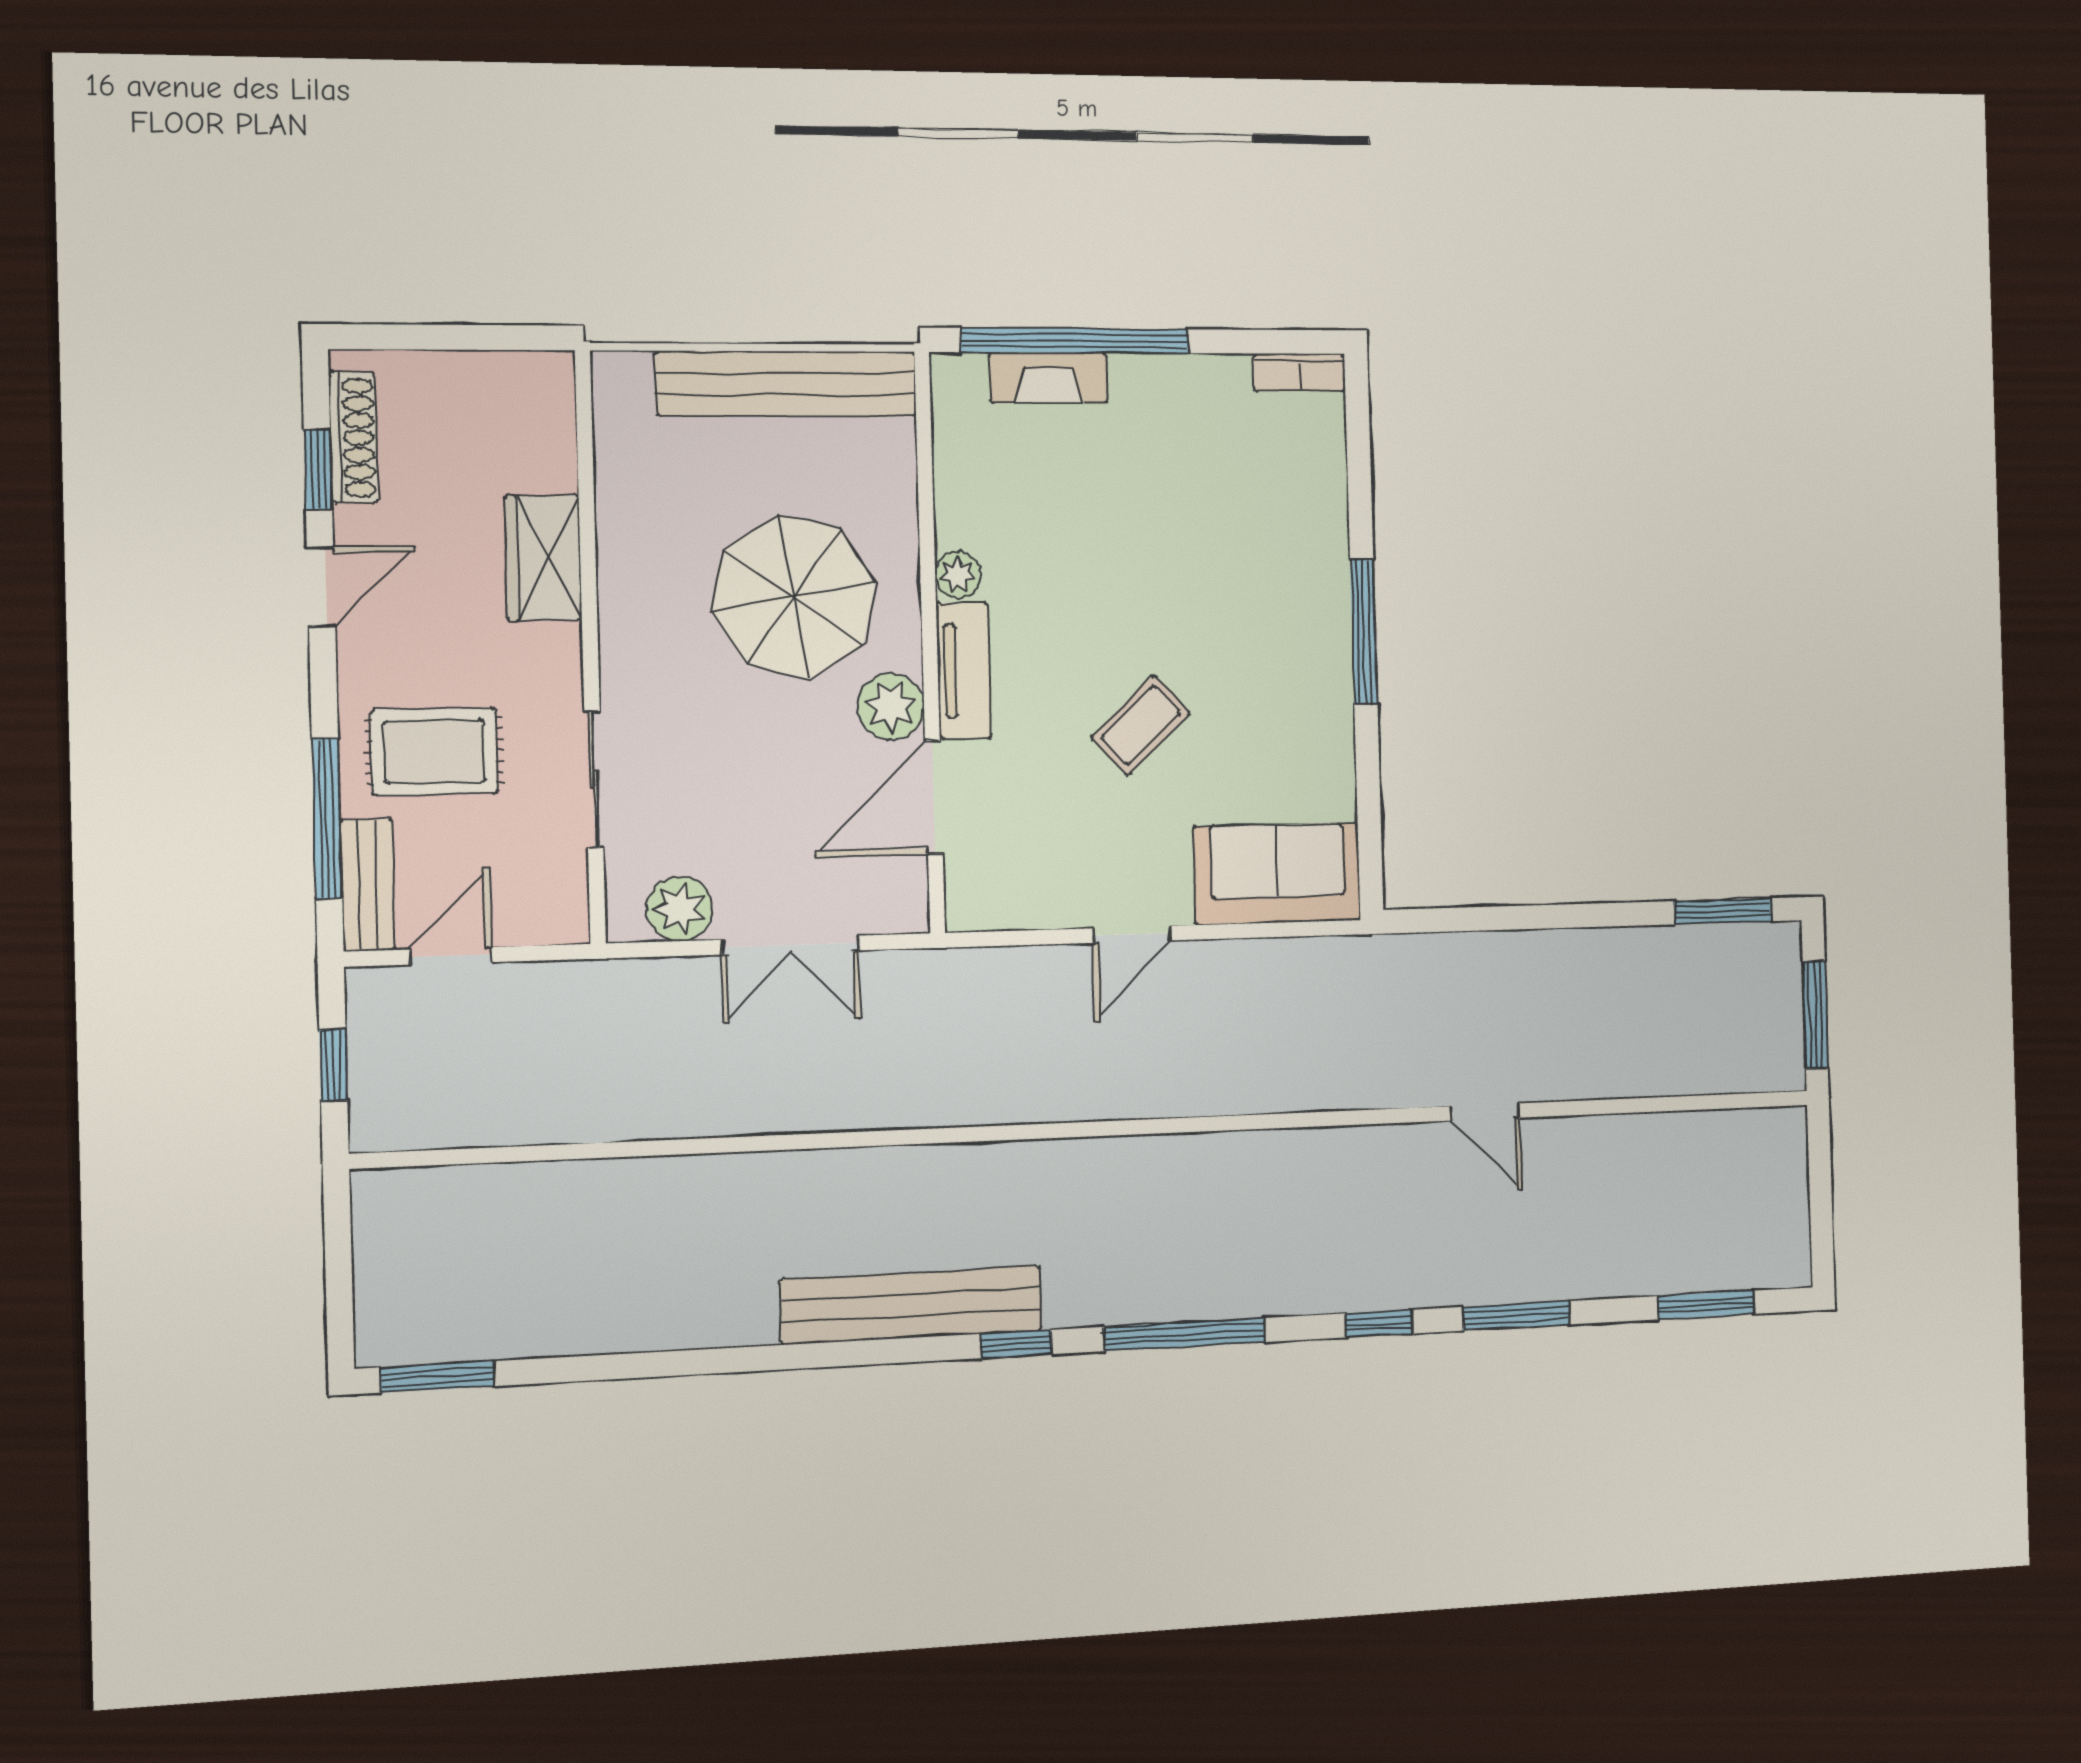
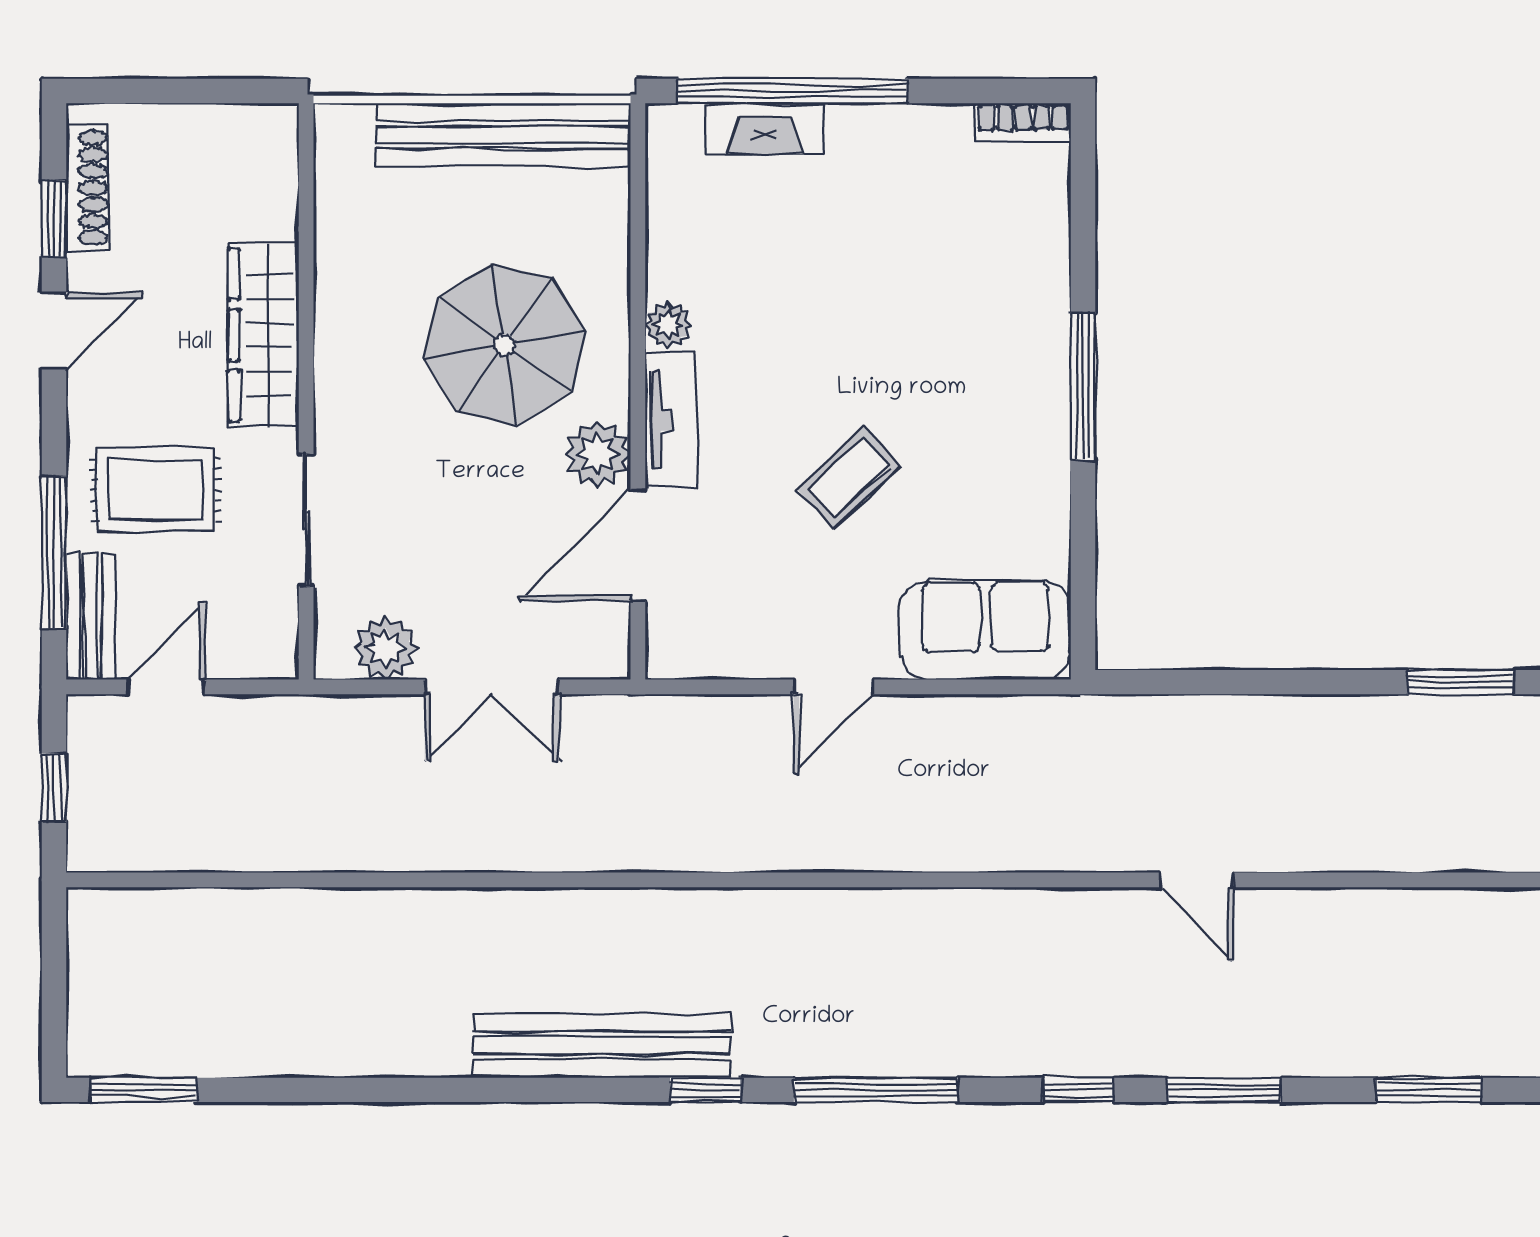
wardrobe: (543, 558) -> (264, 335), width x1.50

